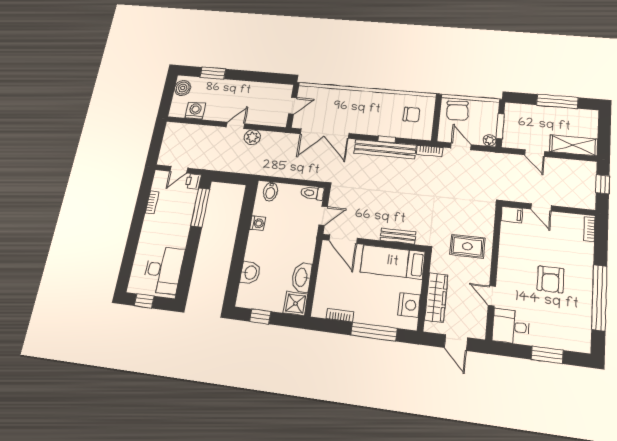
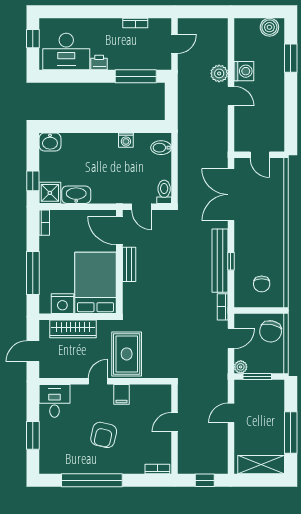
washing machine: (195, 111) -> (244, 71), moved
chair: (458, 111) -> (271, 331), turned -75
plant: (252, 137) -> (219, 73), moved
shelving: (574, 145) -> (261, 465), moved, turned 90
door: (179, 170) -> (174, 44), swing flipped
printer: (193, 181) -> (99, 63), moved
filing cabinet: (512, 215) -> (121, 394), moved
bench: (398, 236) -> (129, 264), moved
door: (343, 239) -> (119, 231), hinge flipped
rug: (467, 246) -> (127, 354), width x1.36, depth x1.43
bed: (393, 262) -> (96, 283), width x1.50
washbasin: (250, 273) -> (50, 142), moved
armchair: (551, 279) -> (104, 435), turned -77
door: (492, 296) -> (98, 381), moved
bookcase: (340, 315) -> (44, 223), moved
window: (260, 316) -> (33, 181), moved

